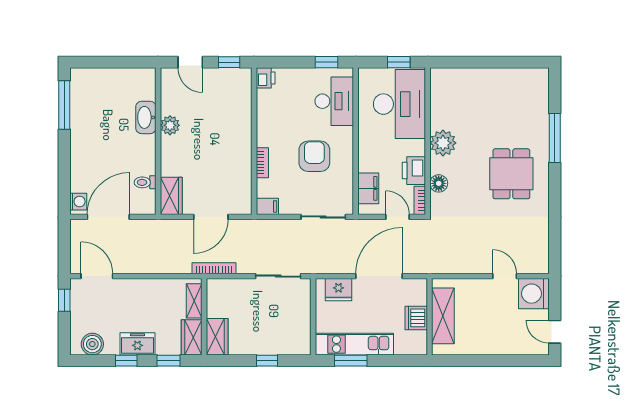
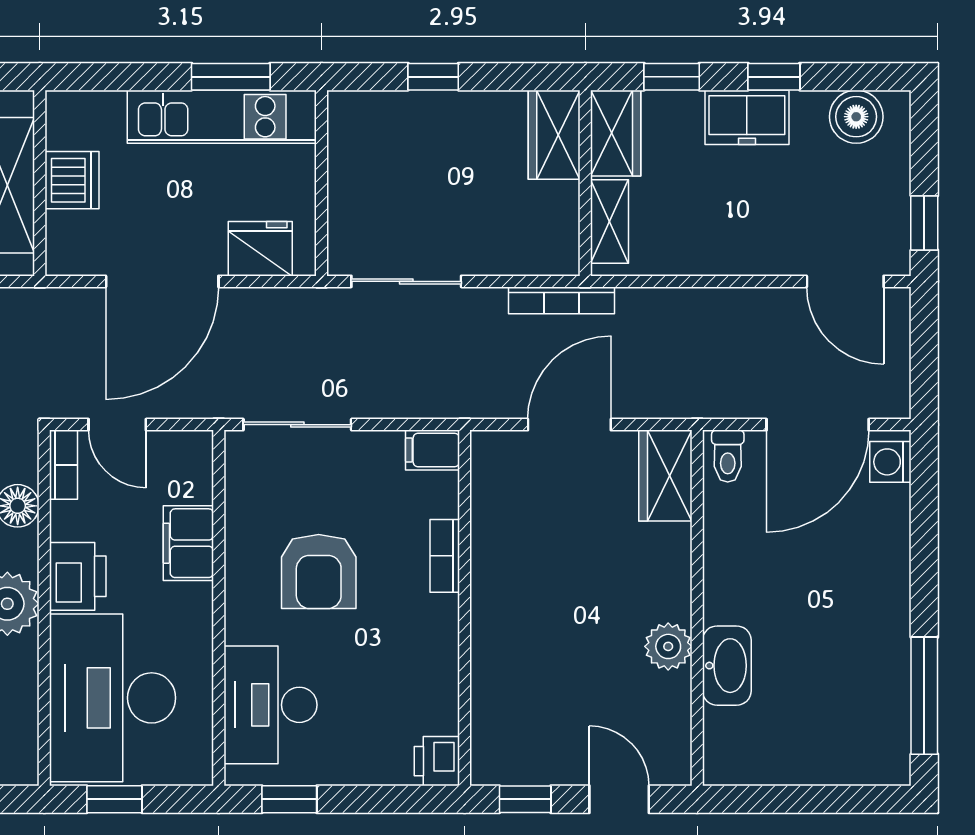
printer: (414, 171) -> (78, 576), moved
toilet: (145, 182) -> (728, 456), moved, turned 90
filing cabinet: (368, 188) -> (188, 543), moved

